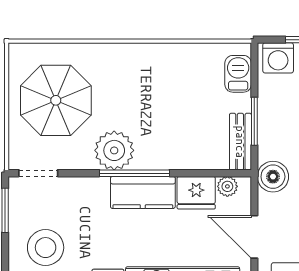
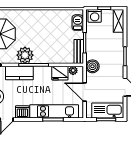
kitchen counter: (143, 192) -> (19, 73), moved

